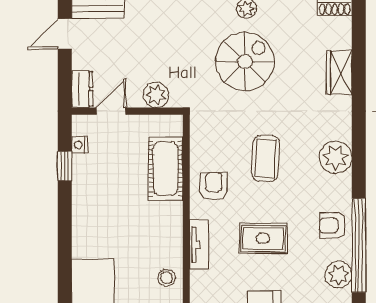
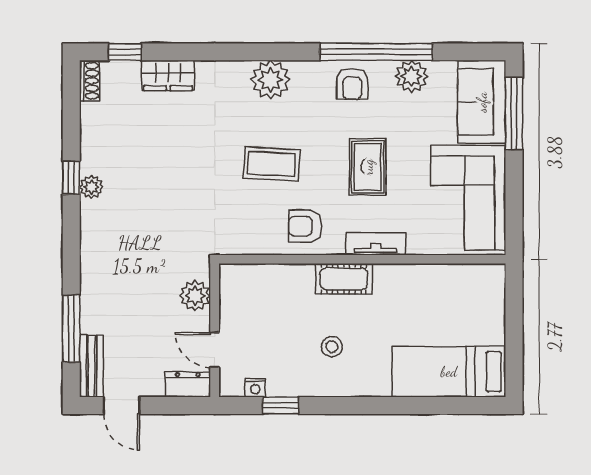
window: (359, 36) -> (125, 52), added
spiral stairs: (245, 61) -> (155, 189), removed
cot: (166, 169) -> (344, 279), moved, width x0.73, depth x0.75
stool: (167, 278) -> (332, 347), moved

